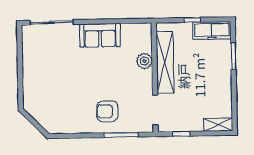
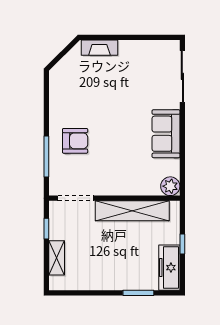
plant: (144, 61) -> (170, 186), moved
fireplace: (29, 92) -> (99, 48), added
armchair: (107, 111) -> (75, 141), turned 90
shelving: (218, 125) -> (57, 258), moved

